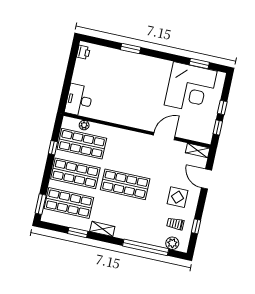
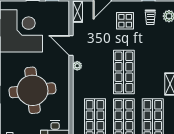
round table: (127, 86) -> (32, 90), added
plant: (84, 125) -> (77, 66), moved

